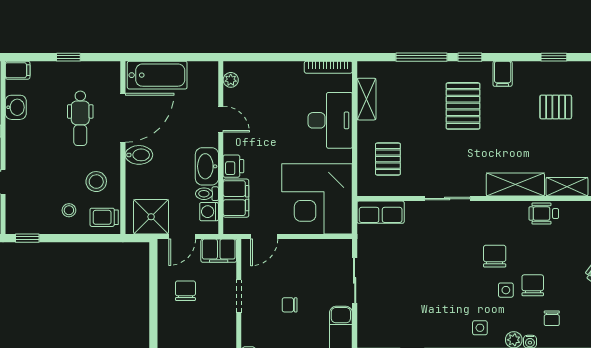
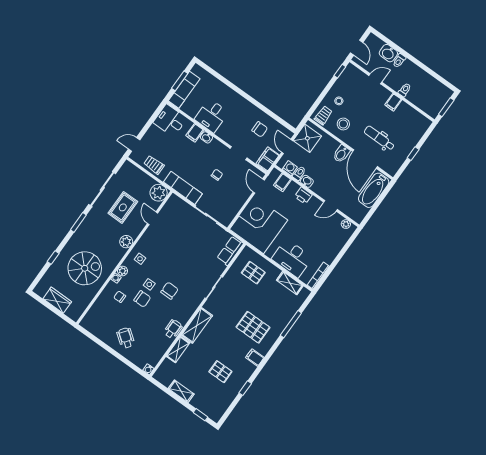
window: (470, 57) -> (274, 347), removed
filing cabinet: (18, 70) -> (393, 102), moved
washbasin: (16, 107) -> (407, 111), removed
pallet: (556, 107) -> (220, 372), turned 90
washbasin: (207, 166) -> (307, 181), width x0.52, depth x0.69
filing cabinet: (236, 198) -> (282, 182), width x0.50
chair: (495, 256) -> (170, 291), turned -90

